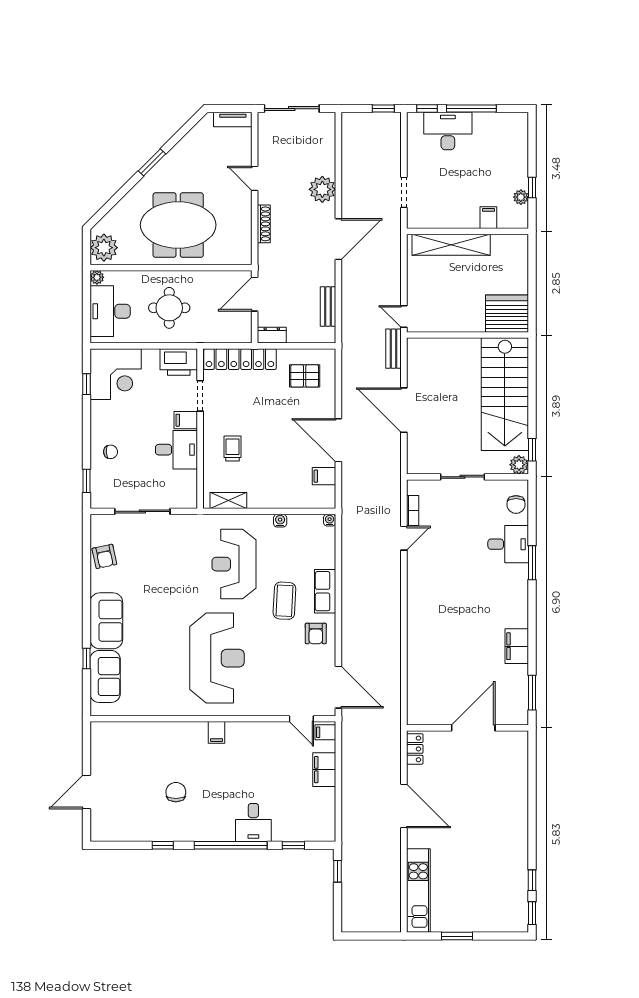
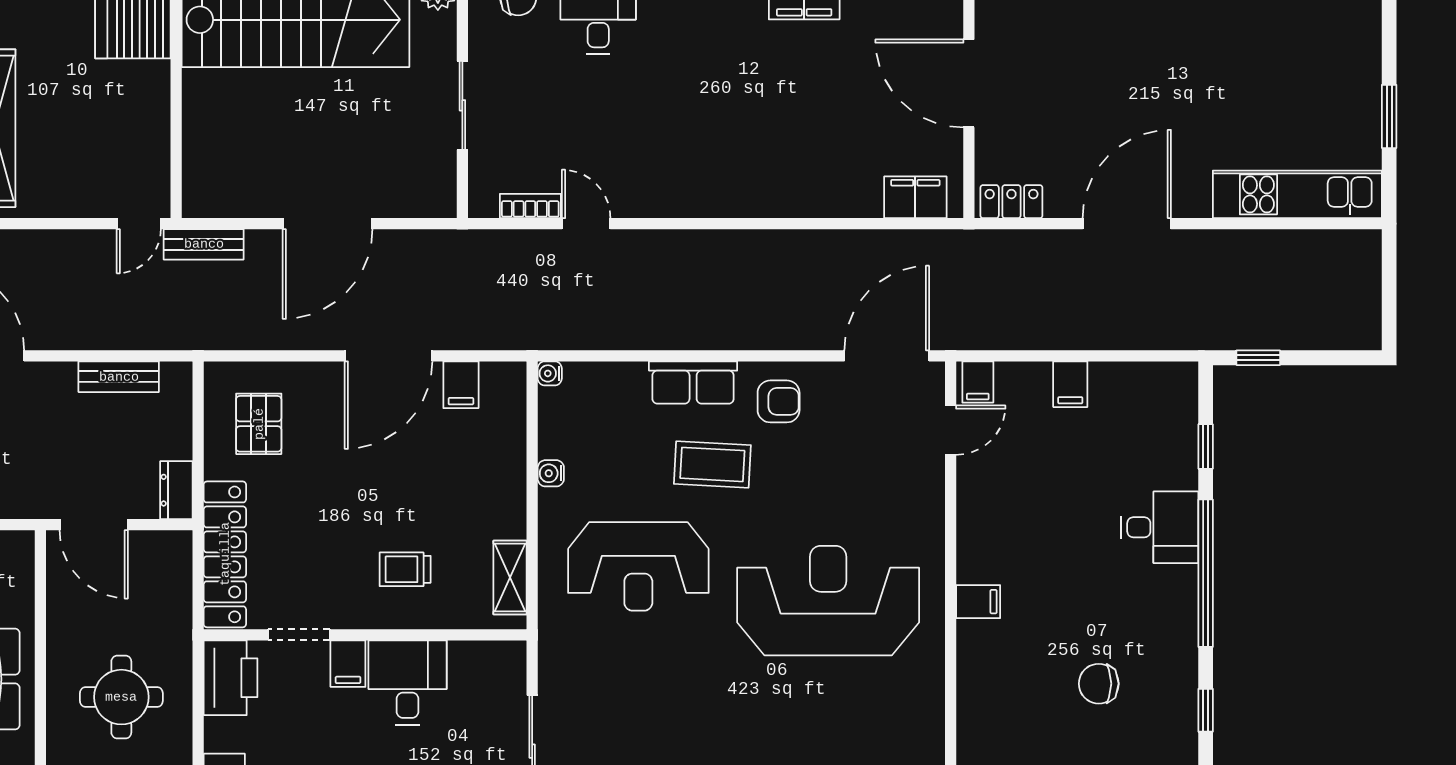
filing cabinet: (417, 701) -> (915, 197), added
filing cabinet: (324, 770) -> (1070, 384), width x0.50

